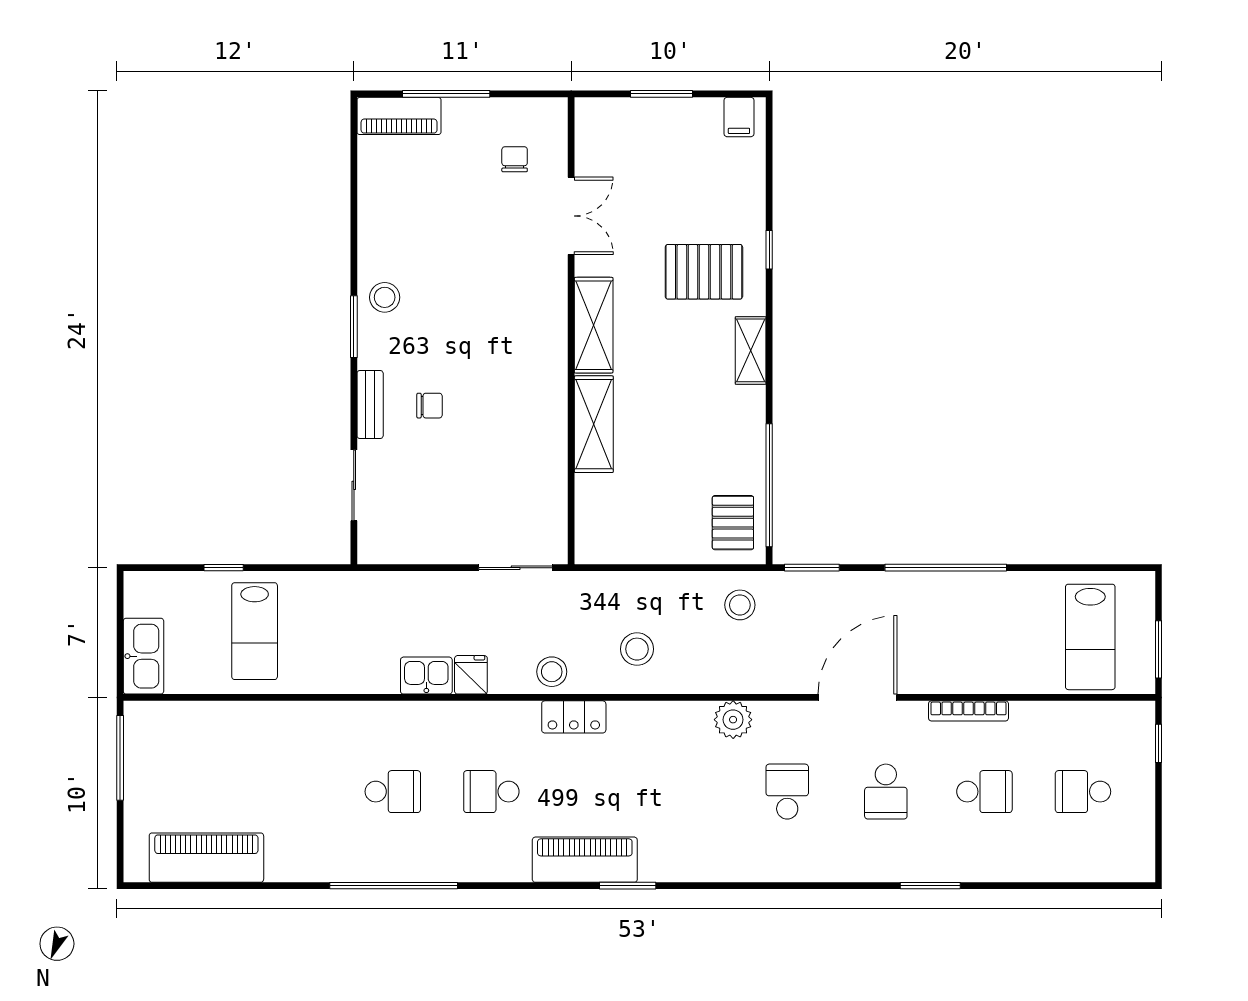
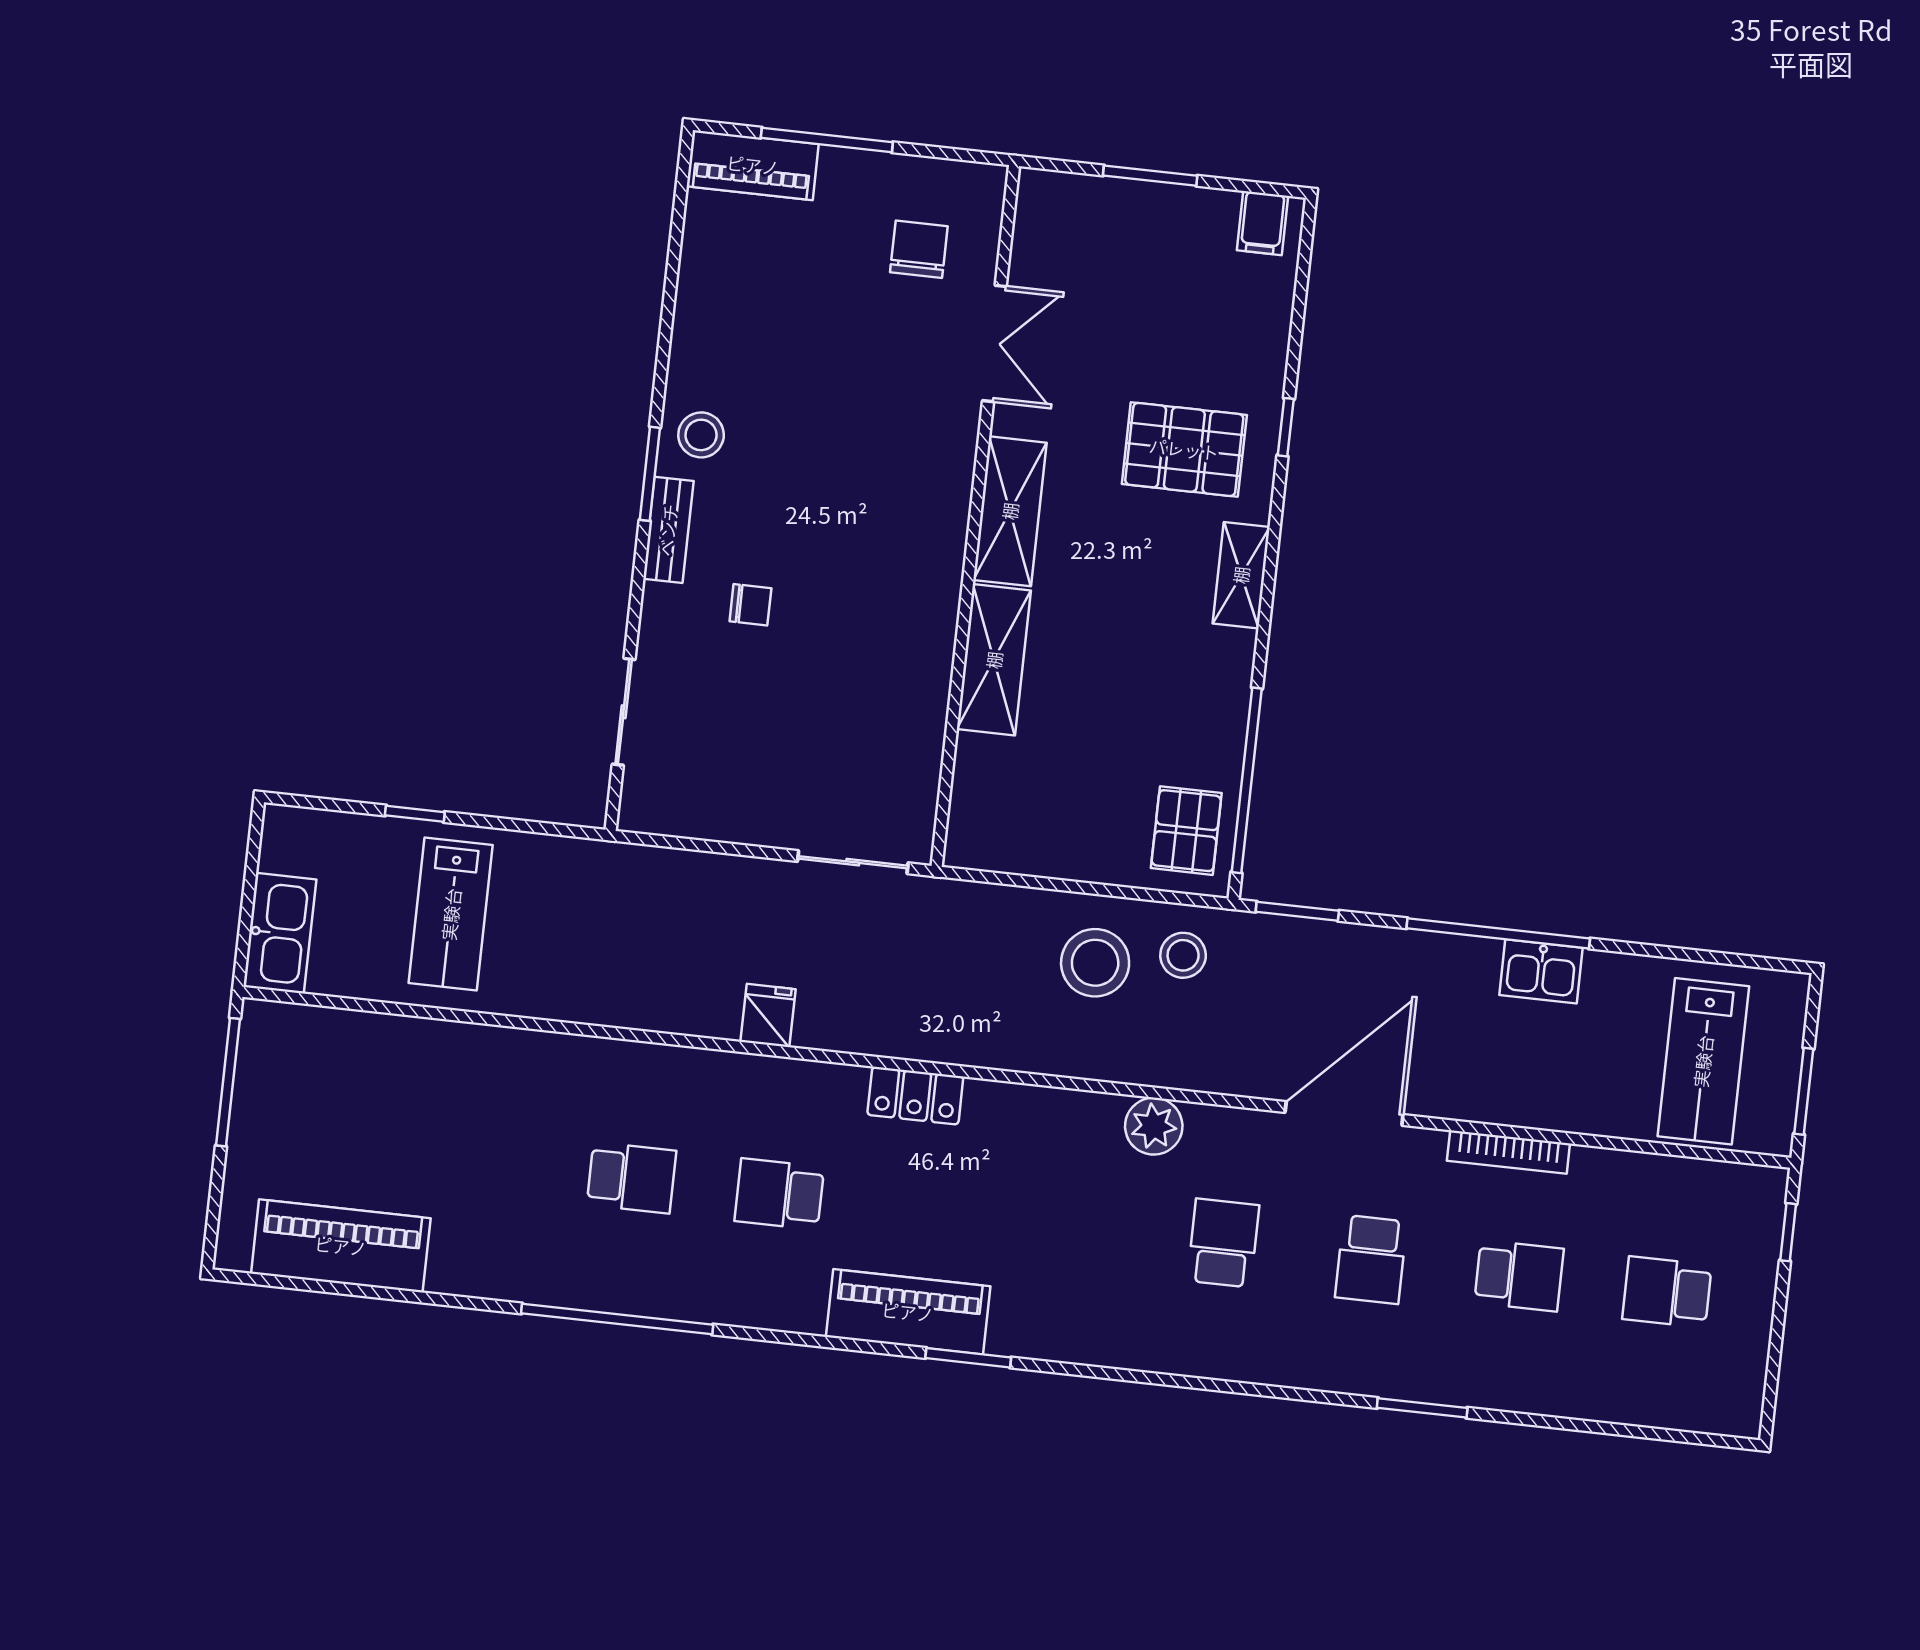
chair: (515, 159) -> (919, 249), width x1.37, depth x1.37
bench: (370, 404) -> (668, 530), moved
stool: (637, 649) -> (1095, 963), moved, width x1.38, depth x1.38
stool: (552, 672) -> (890, 1024), removed
kitchen sink: (426, 676) -> (1541, 971), moved, turned 180

